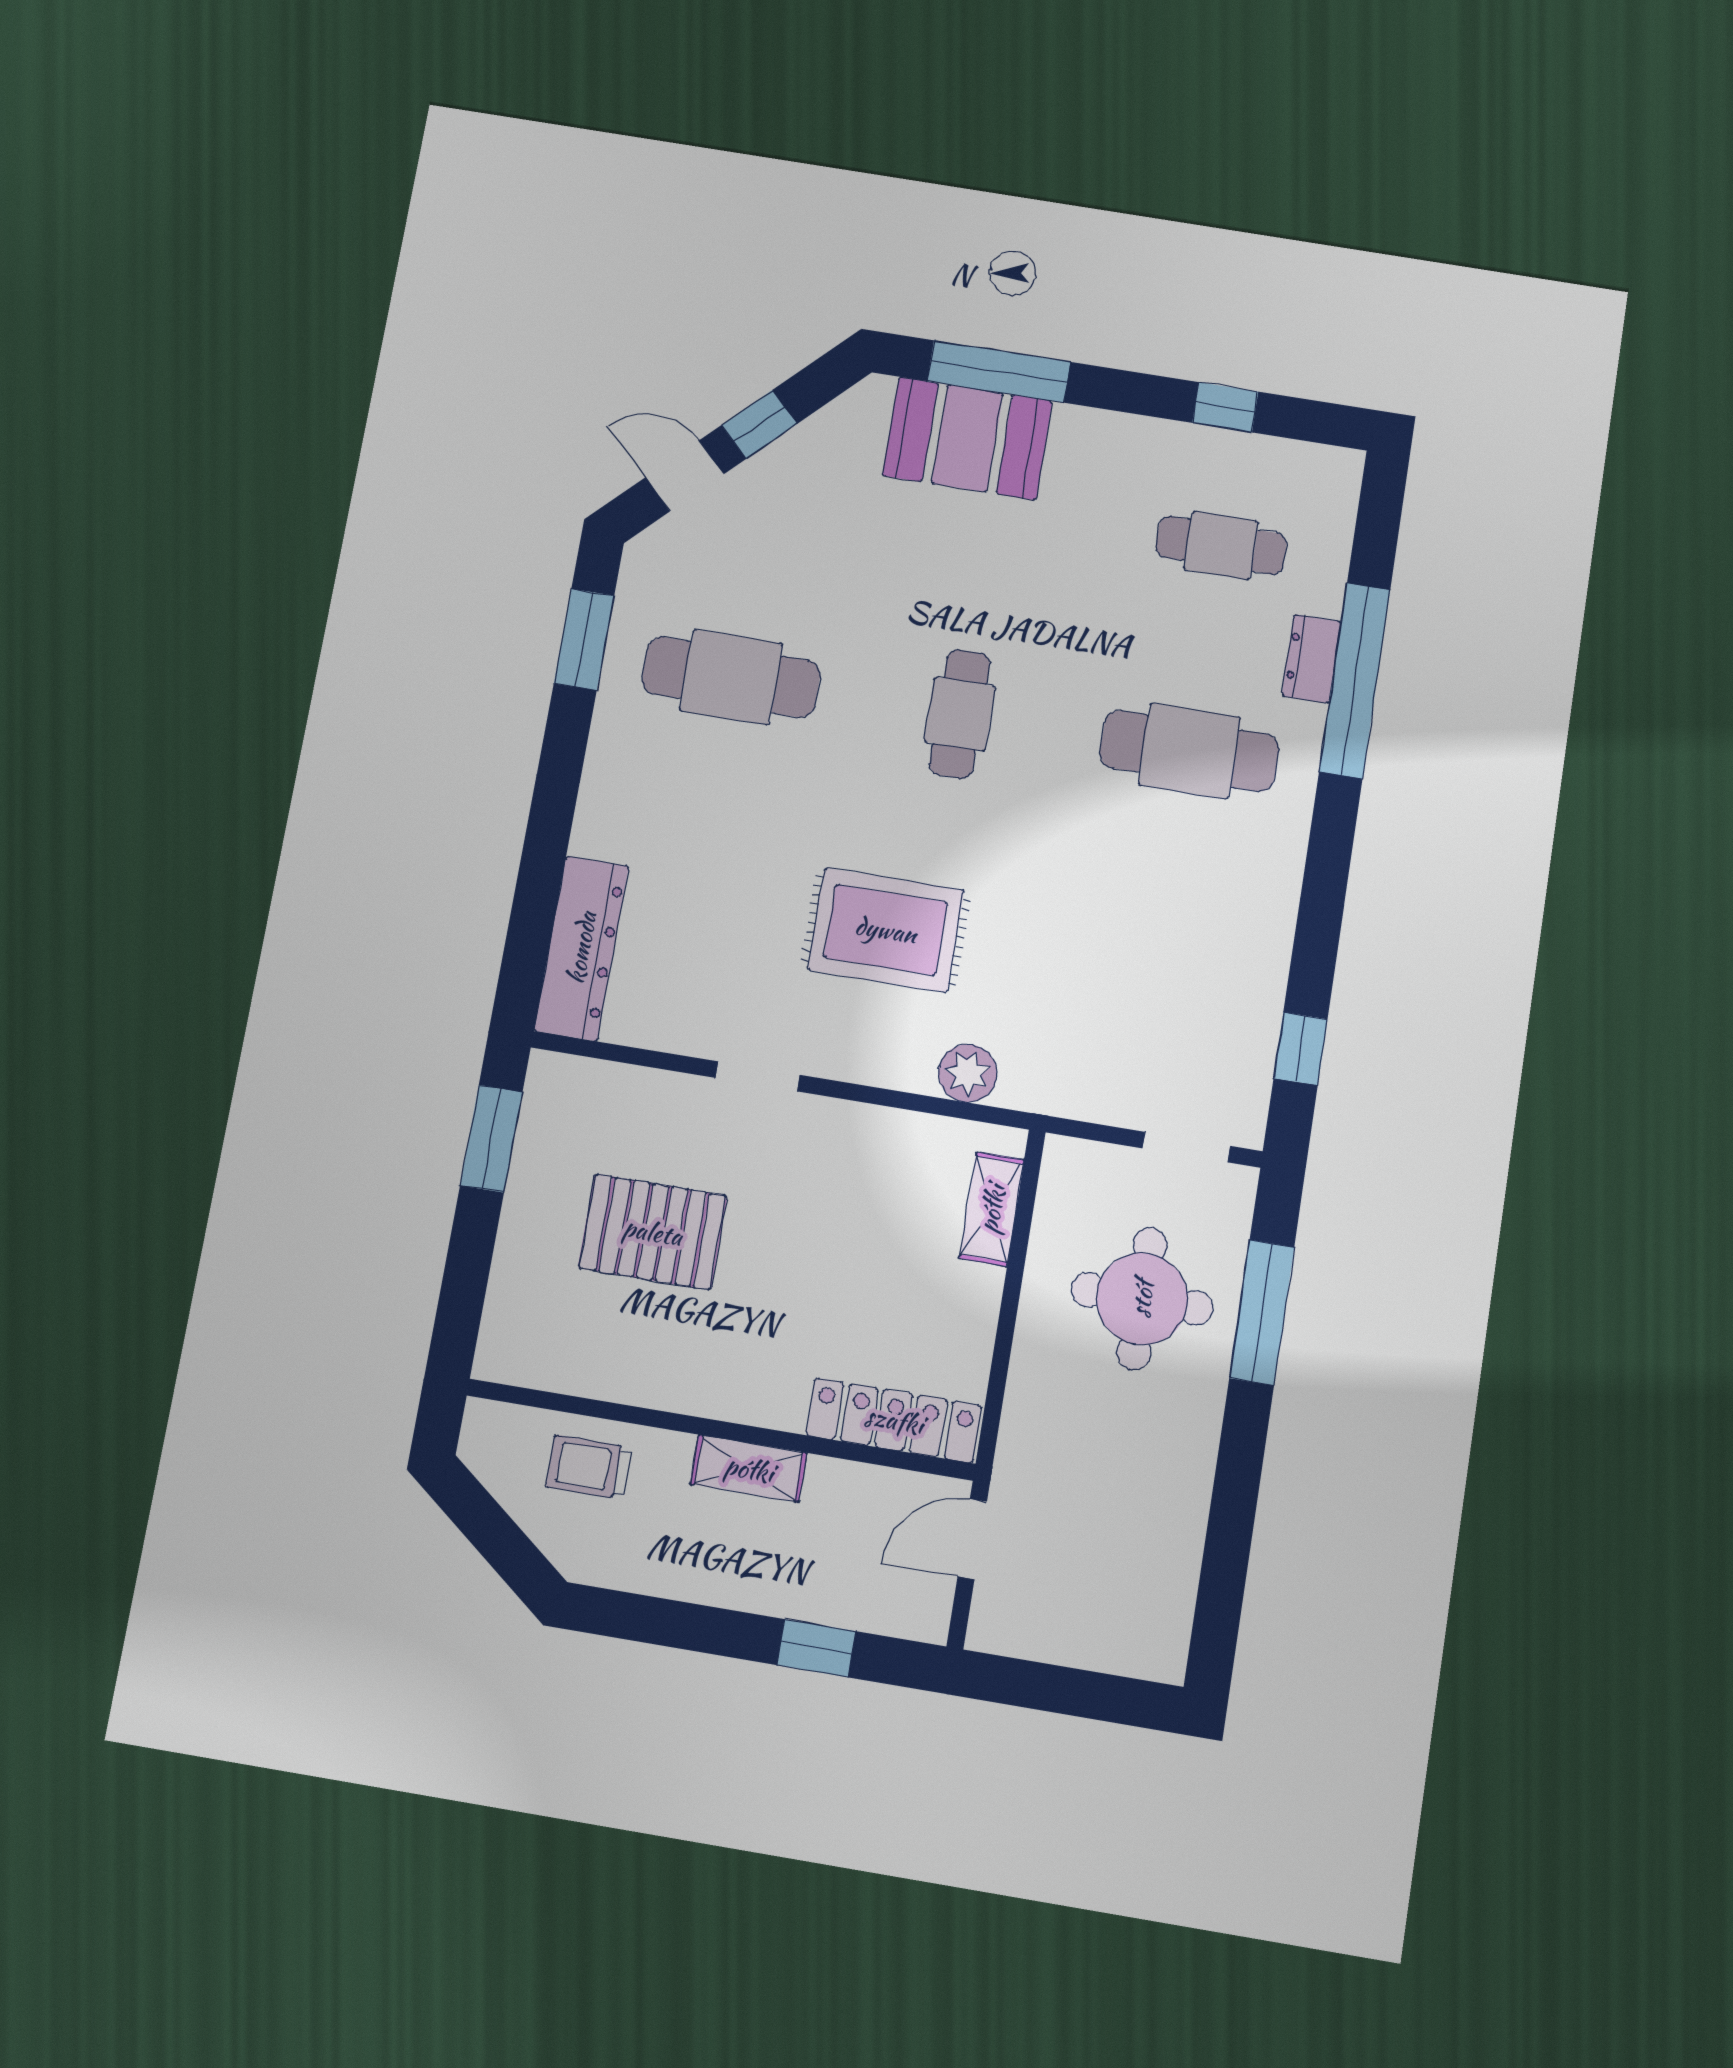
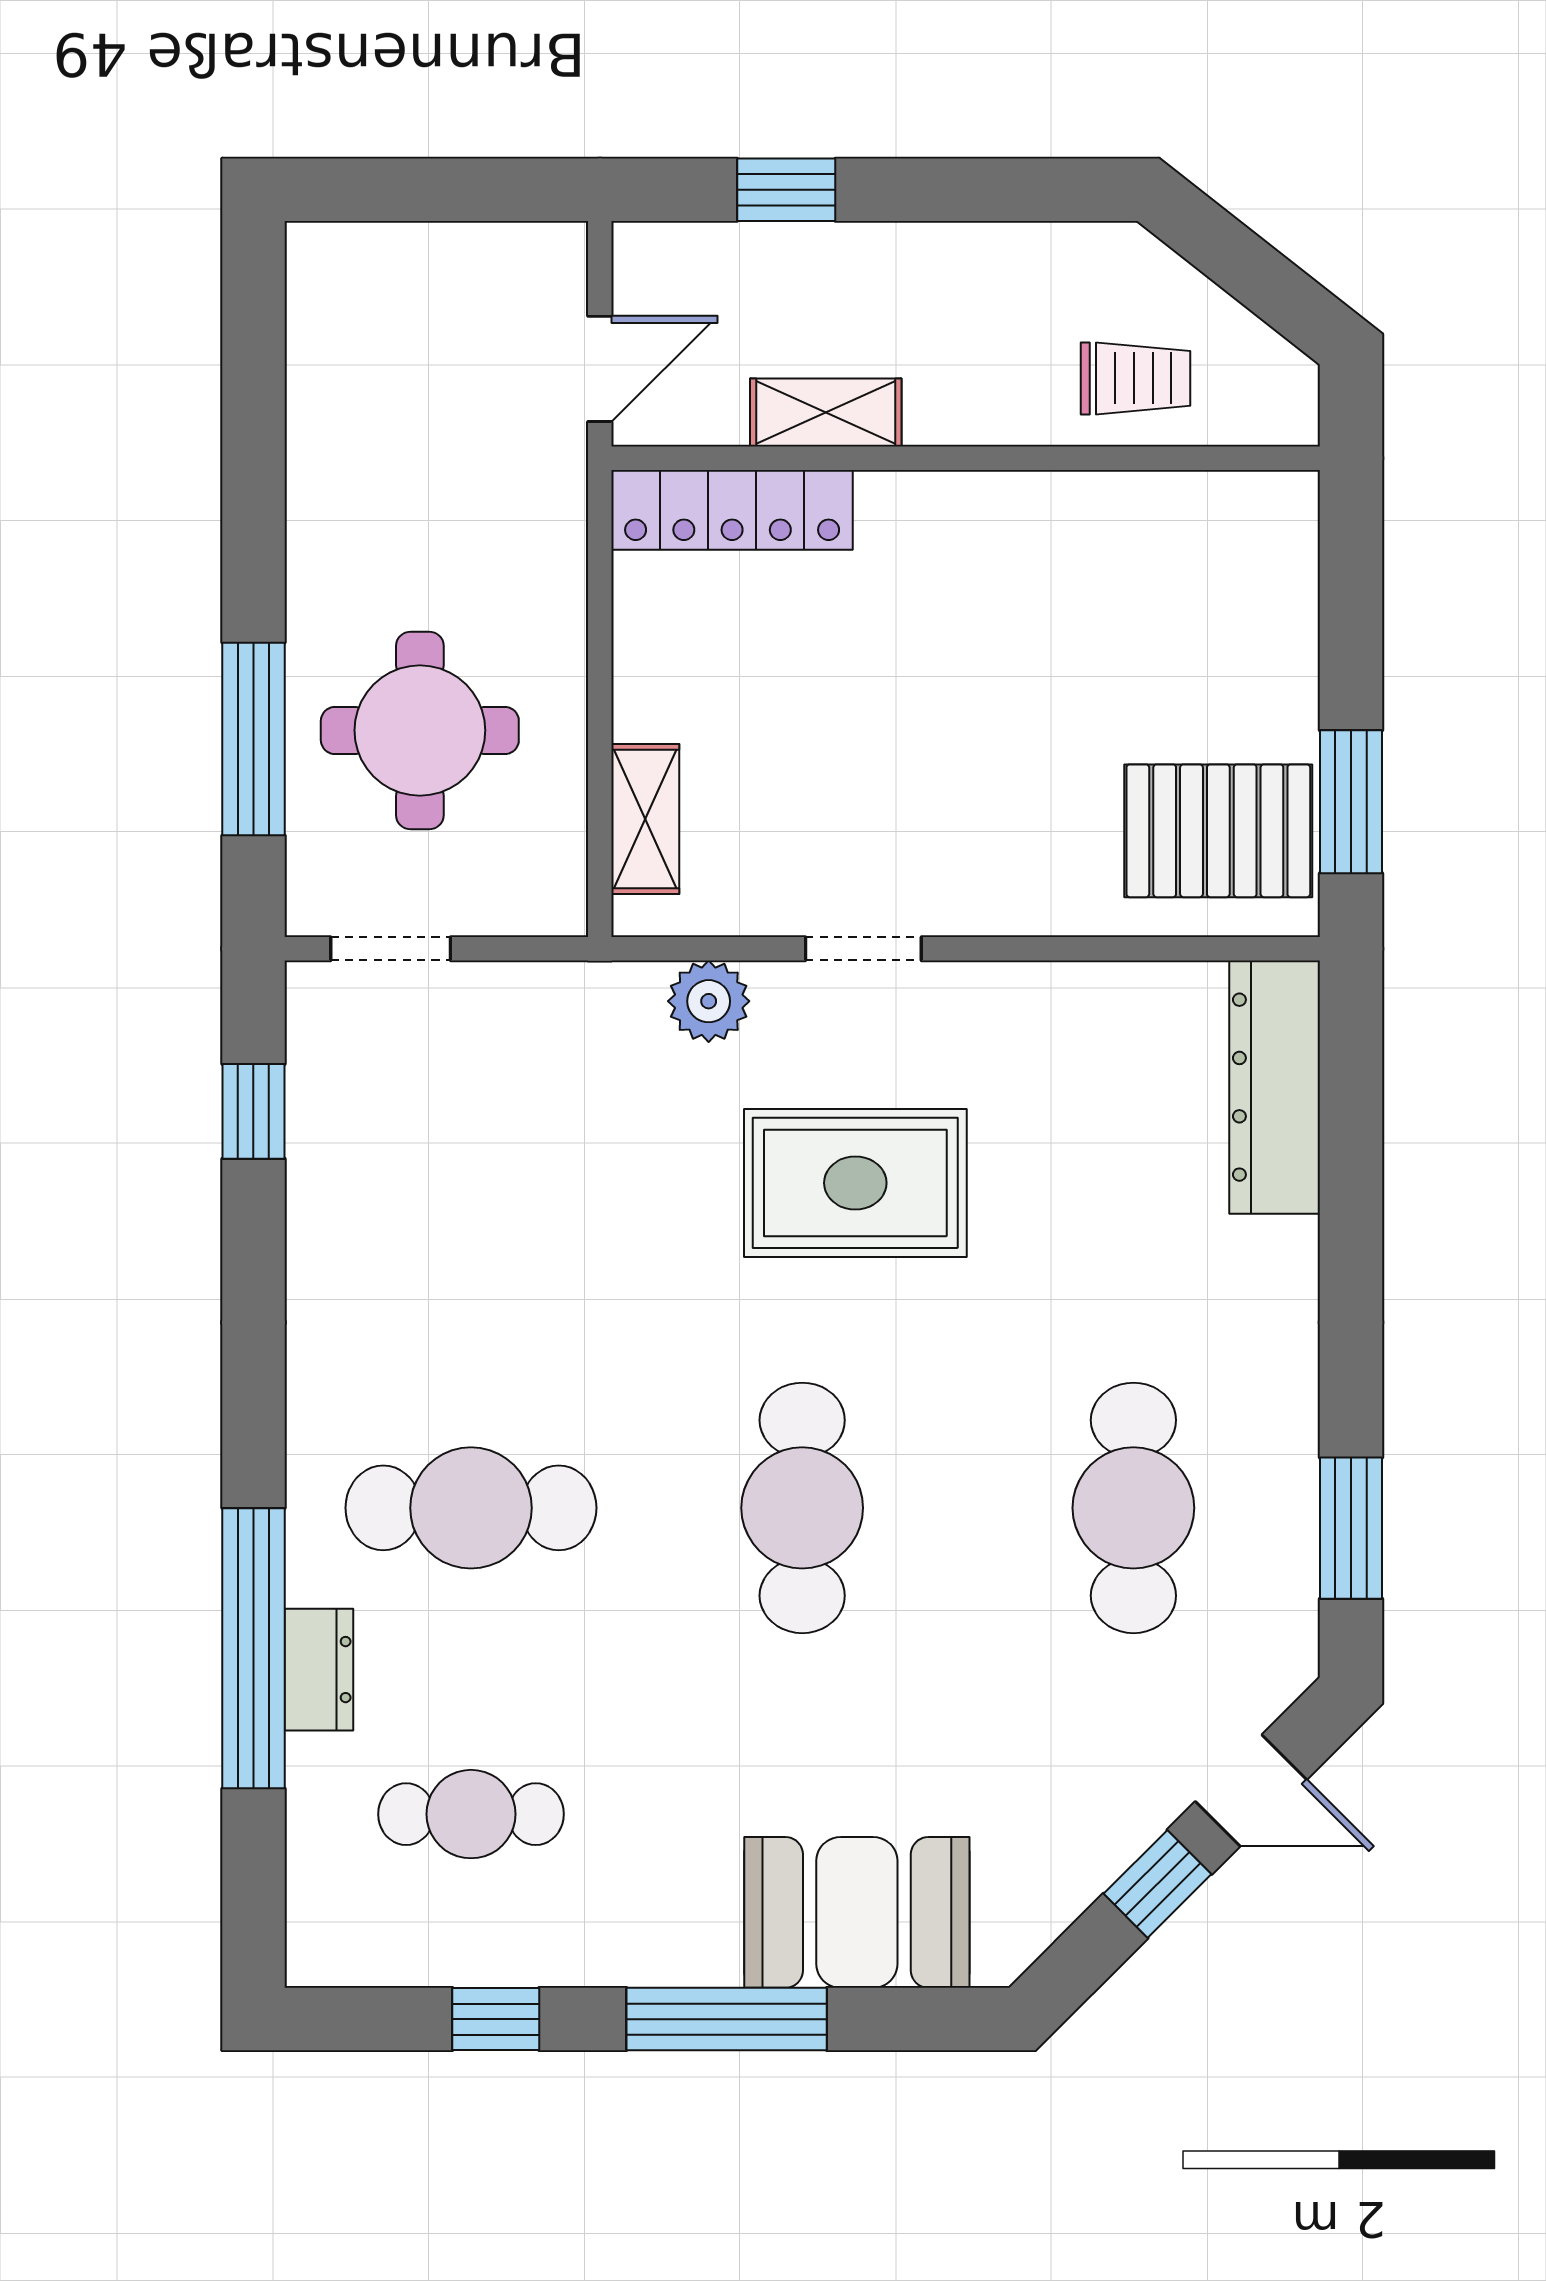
window: (999, 371) -> (727, 2019), moved
cafe table: (731, 677) -> (1133, 1508), turned 90
cafe table: (960, 714) -> (802, 1508), width x1.37, depth x1.35
doorway: (758, 1076) -> (863, 949), moved
pallet: (653, 1232) -> (1218, 831), moved
shelving: (749, 1469) -> (826, 413), moved

